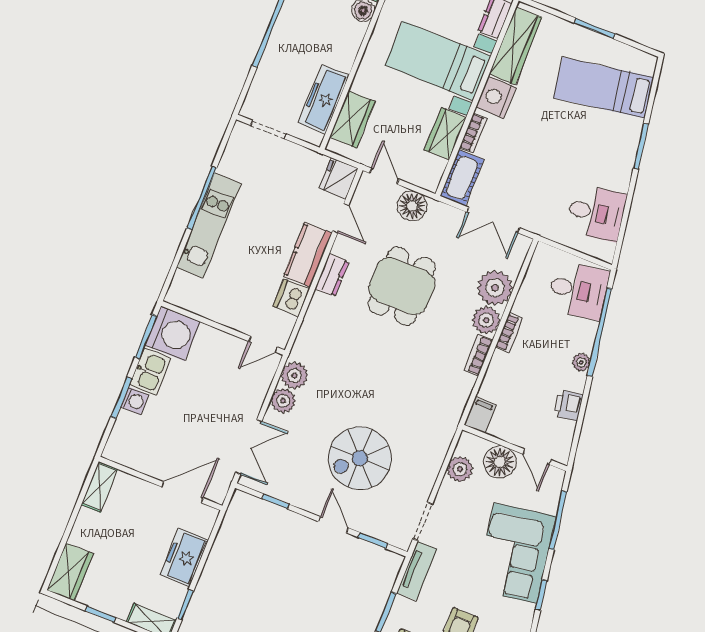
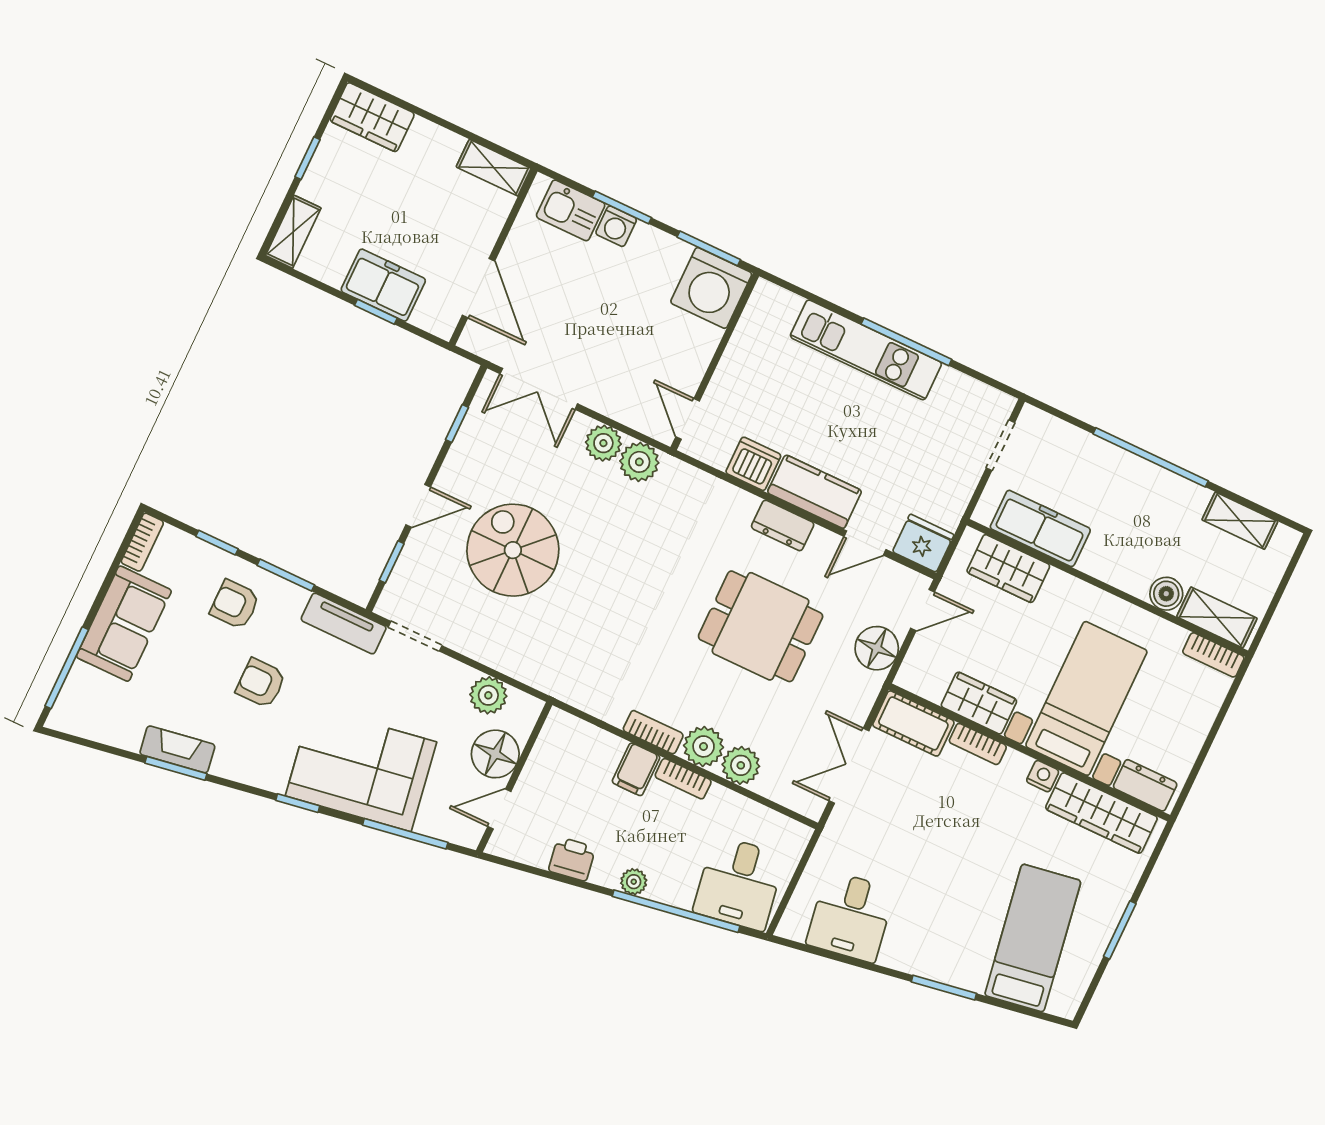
nightstand: (496, 97) -> (1043, 776), width x0.53, depth x0.56
plant: (495, 288) -> (741, 765), width x0.73, depth x0.73
kitchen sink: (150, 372) -> (571, 210), moved
filing cabinet: (480, 415) -> (636, 769), moved, turned 90
window: (185, 605) -> (376, 312), moved

